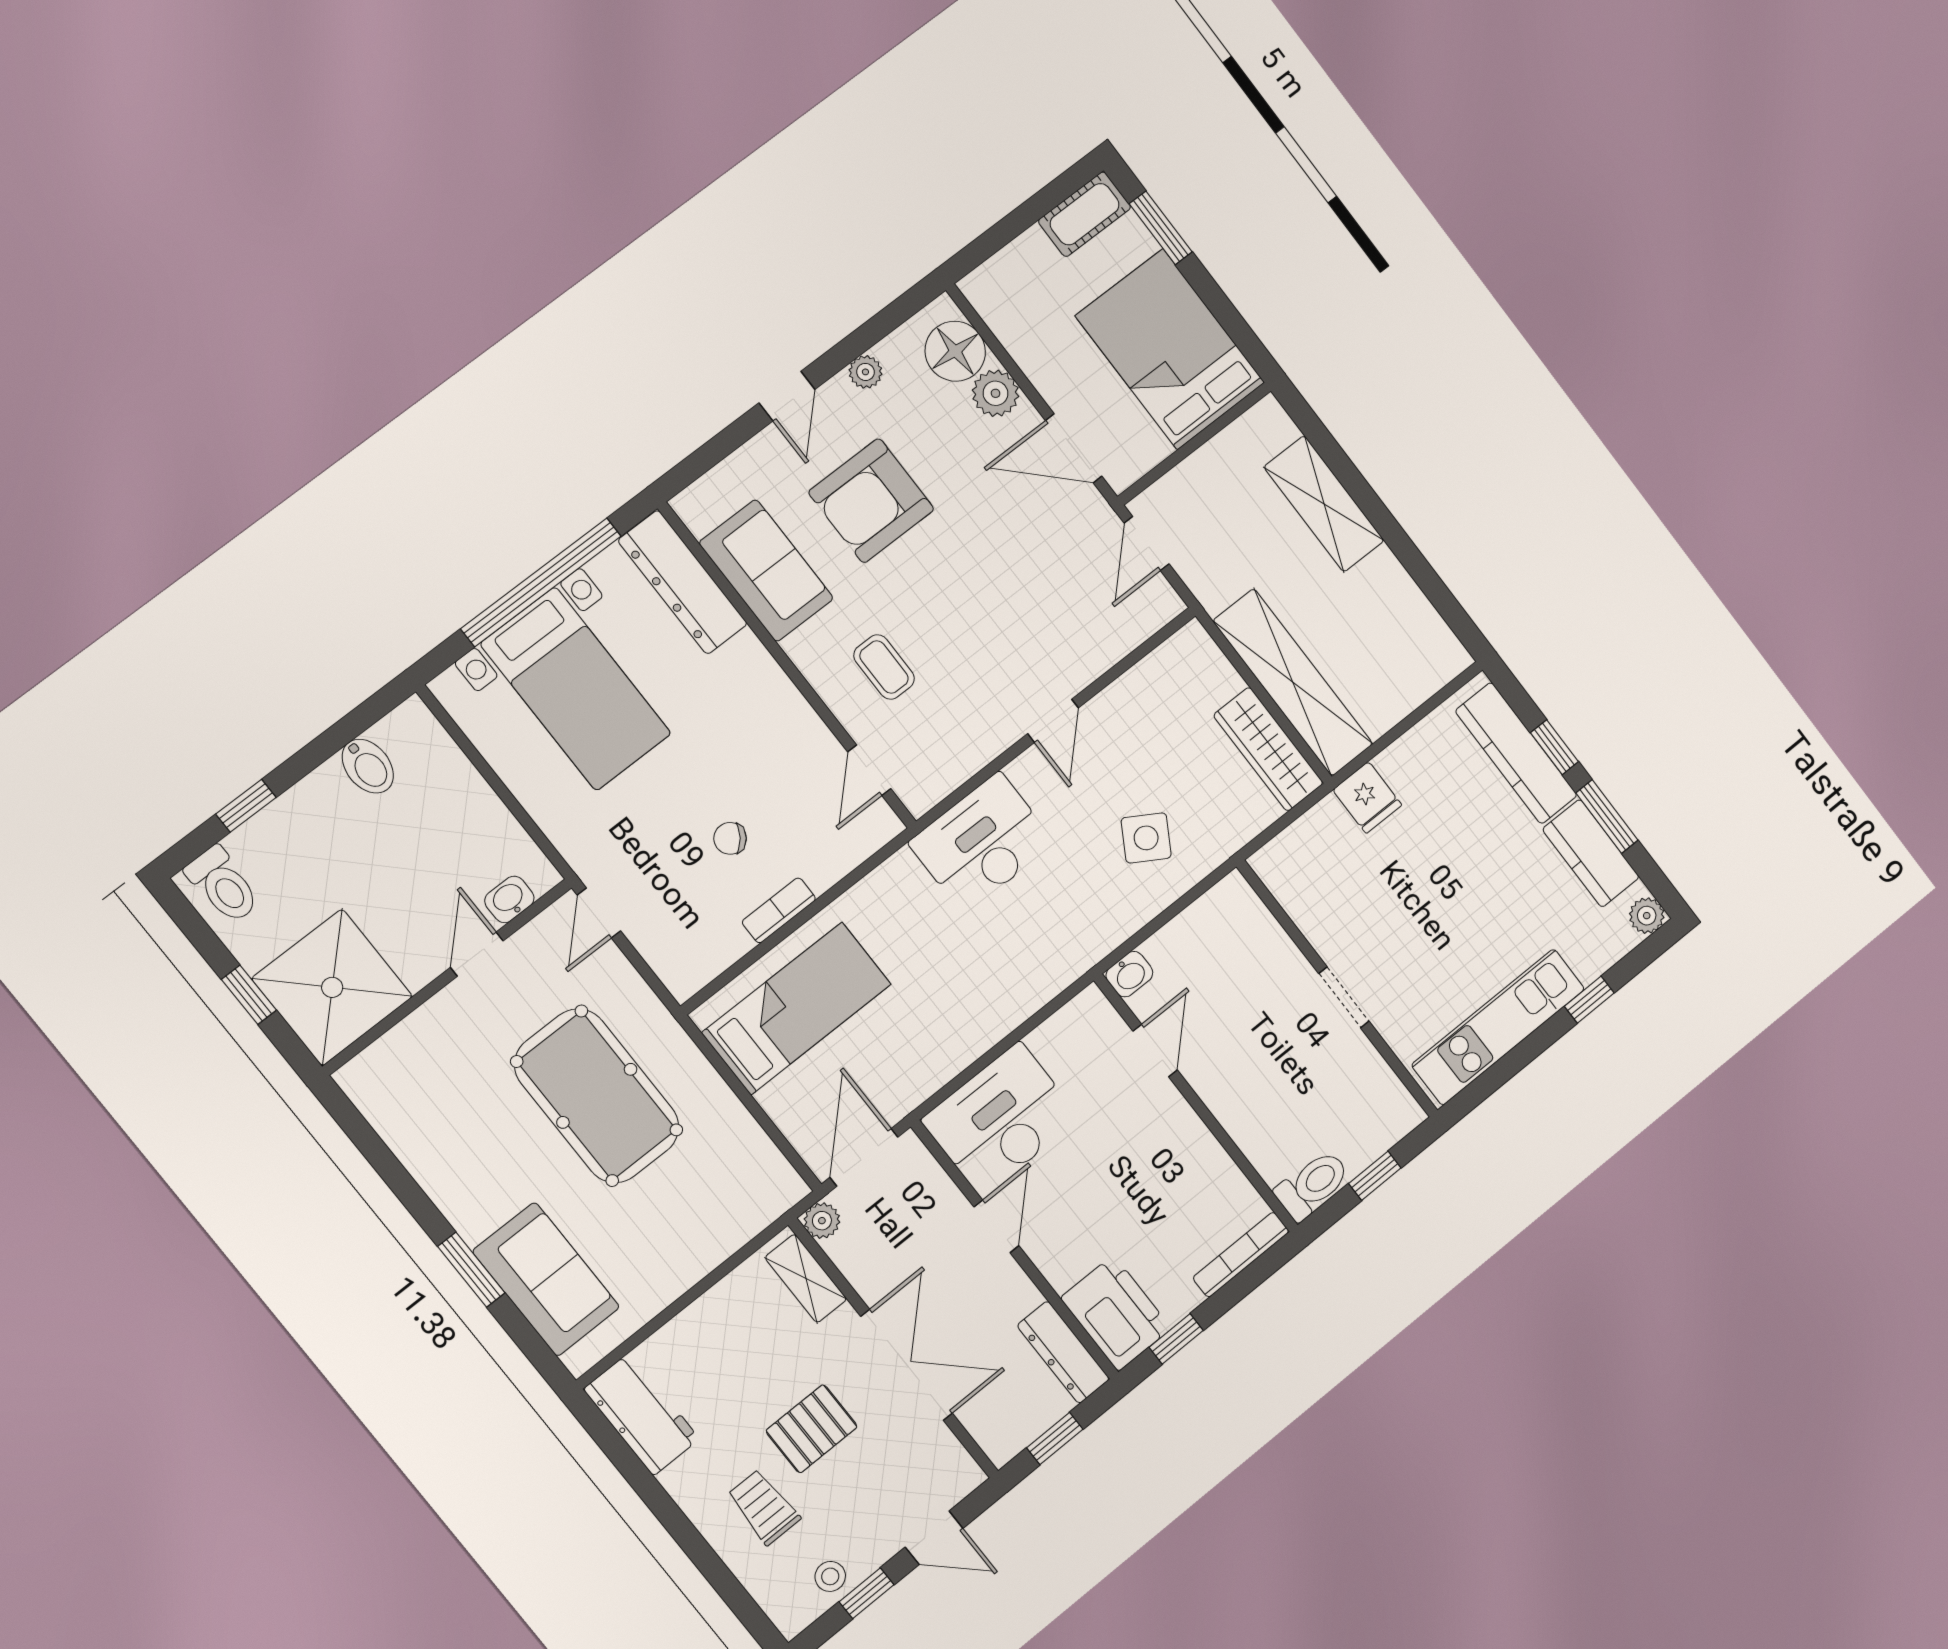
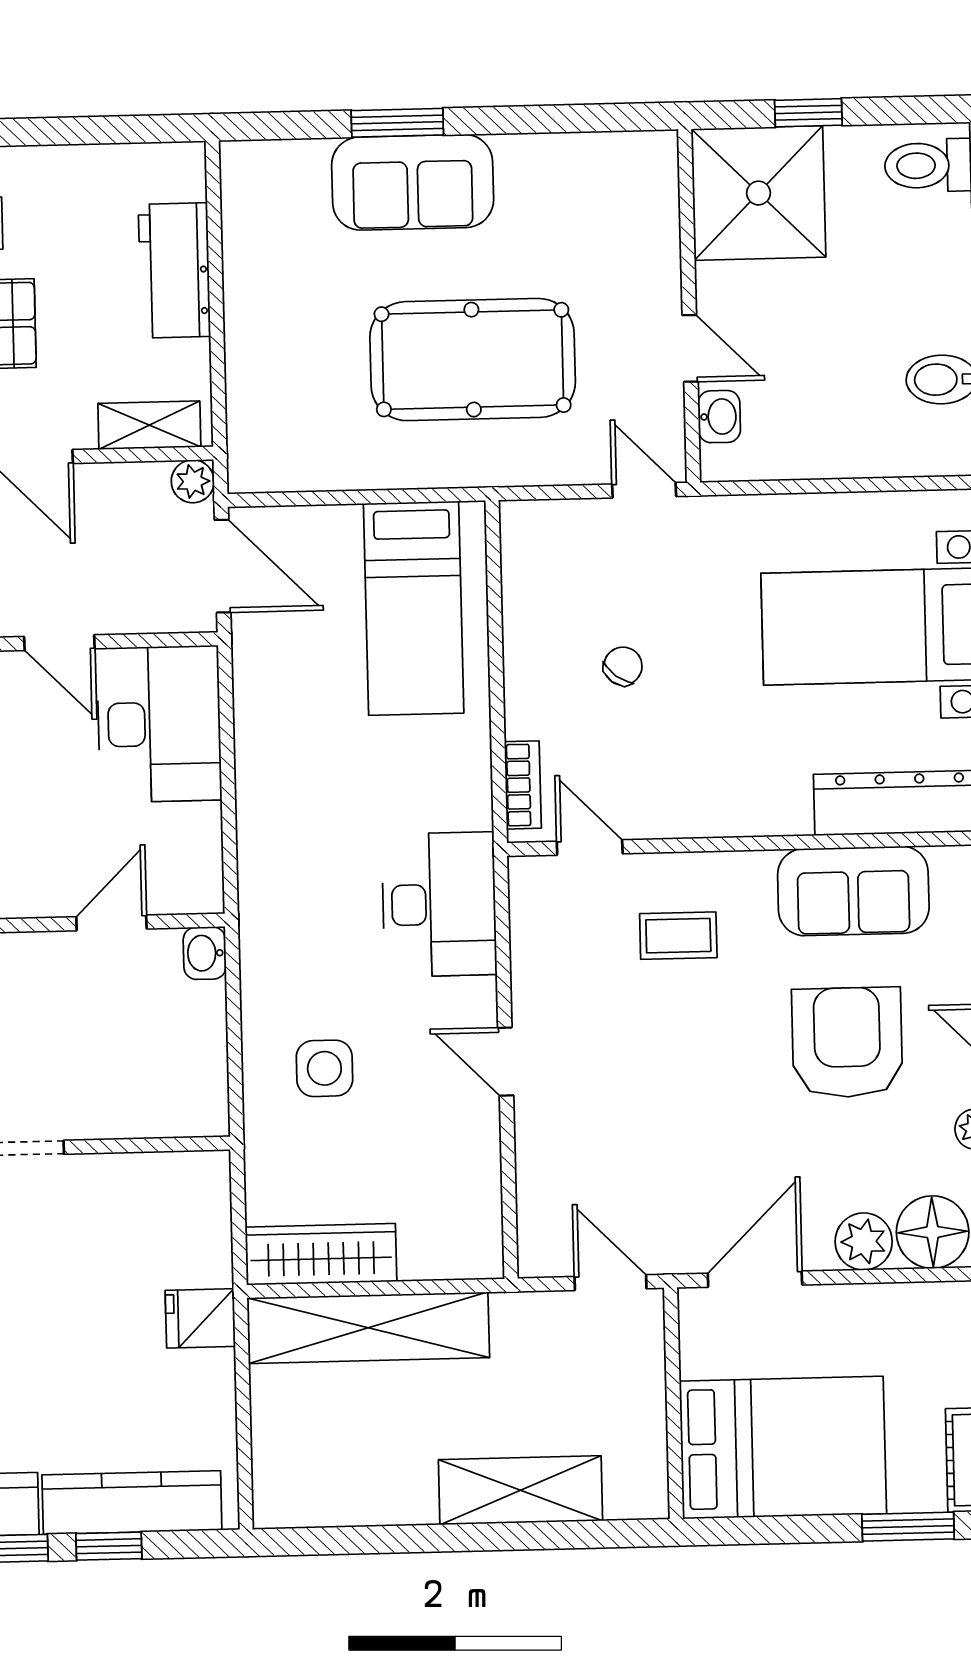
side table: (1146, 838) -> (324, 1068), turned -31
bookcase: (779, 910) -> (523, 785), moved
door: (1155, 1051) -> (111, 923), swing flipped
sofa: (546, 1279) -> (413, 182), moved
workbench: (642, 1414) -> (174, 270), moved, turned 90

